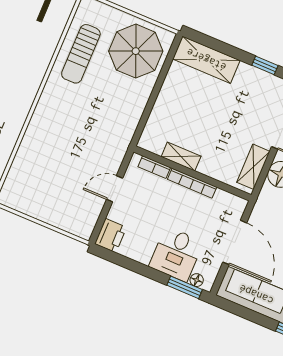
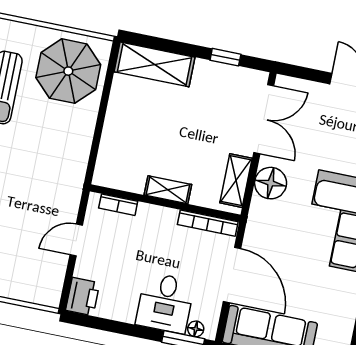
shelving: (181, 157) -> (168, 190), moved
bookcase: (192, 183) -> (208, 223), moved

